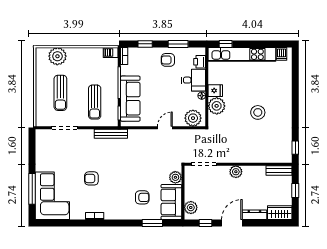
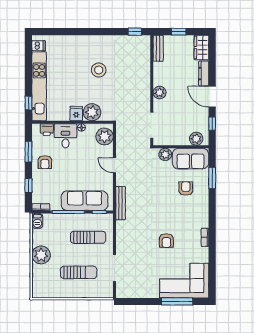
plant: (57, 56) -> (41, 255), moved
bench: (111, 134) -> (121, 203), moved

